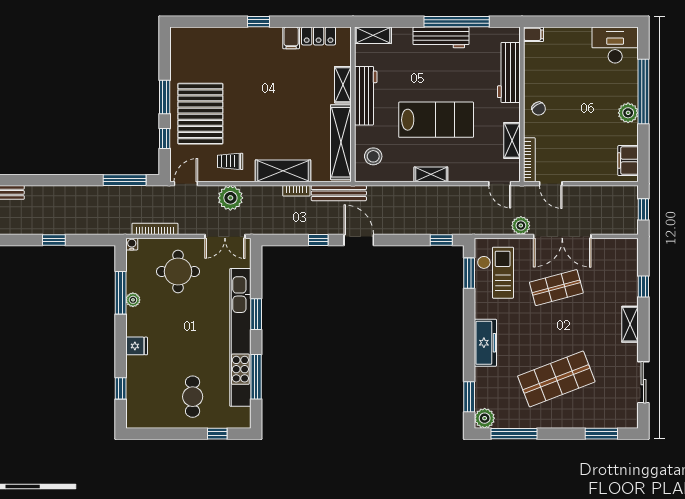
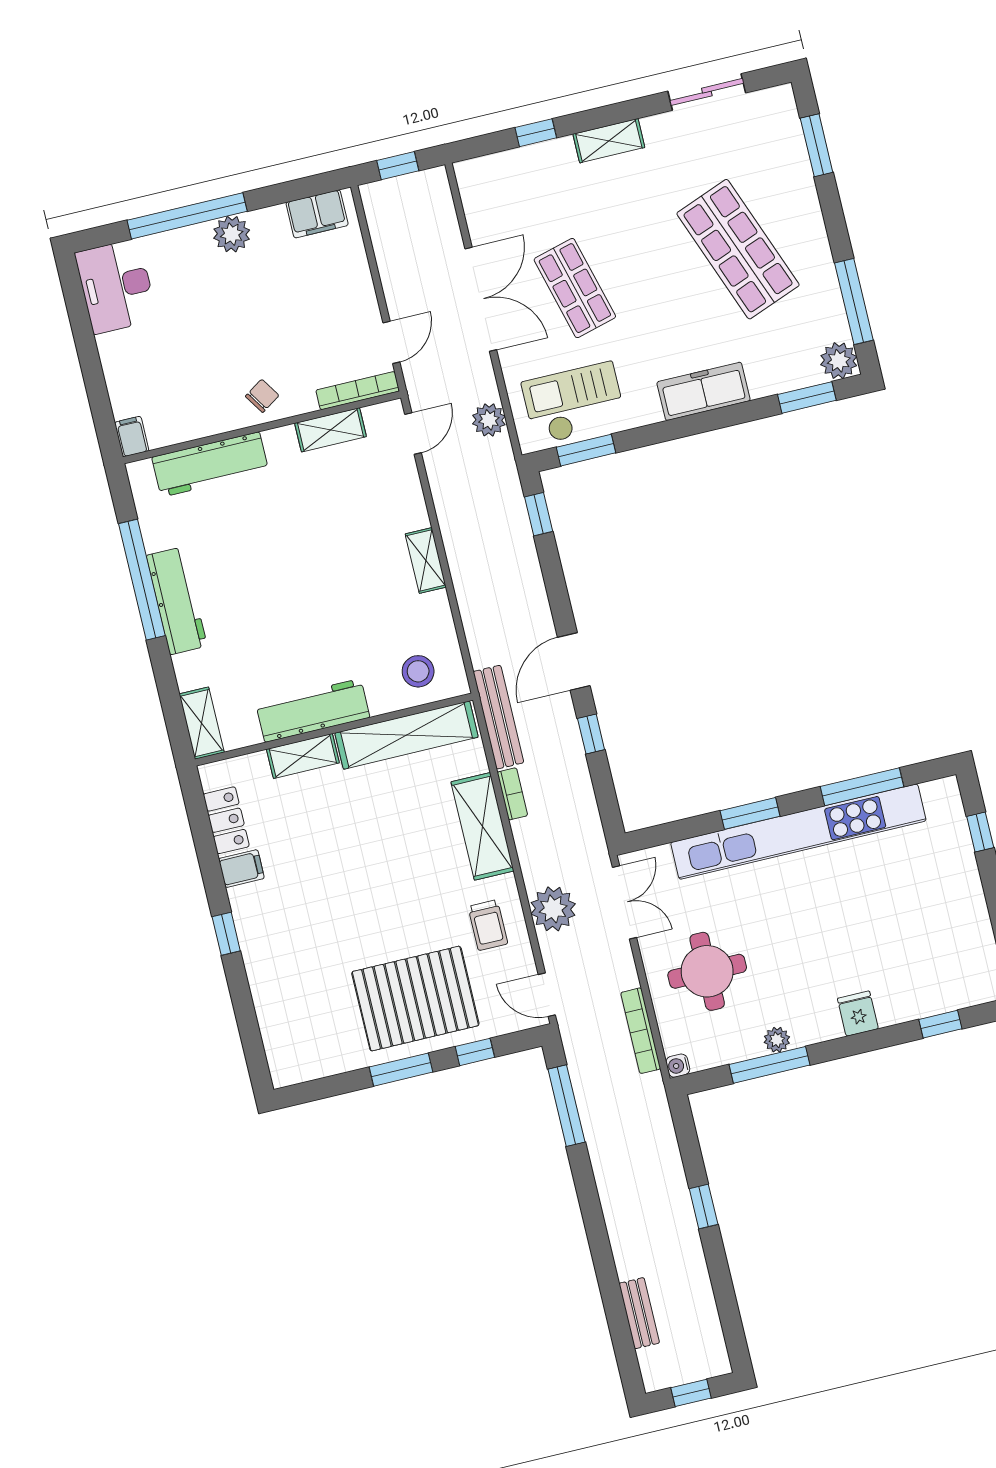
lab bench: (436, 120) -> (326, 575), removed
plant: (521, 226) -> (489, 420), moved
cafe table: (193, 397) -> (925, 892), removed

